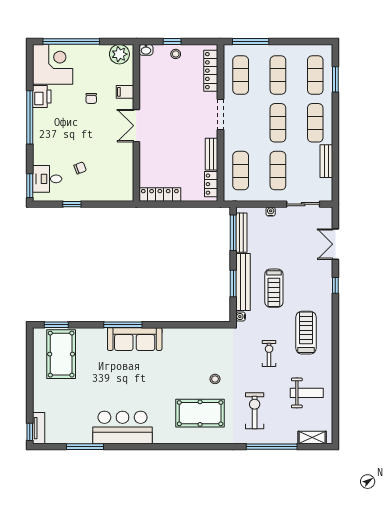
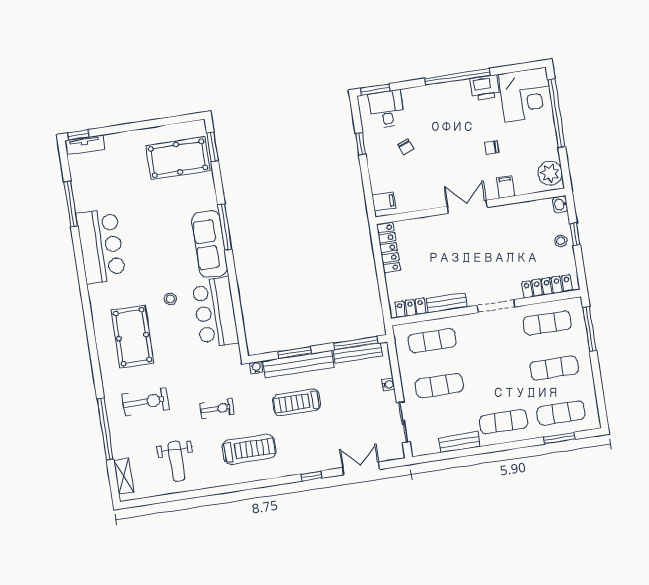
exercise mat: (278, 123) -> (497, 377), removed
filing cabinet: (122, 192) -> (384, 202), added
bar counter: (191, 343) -> (215, 312), added
stool: (215, 379) -> (170, 299), moved

